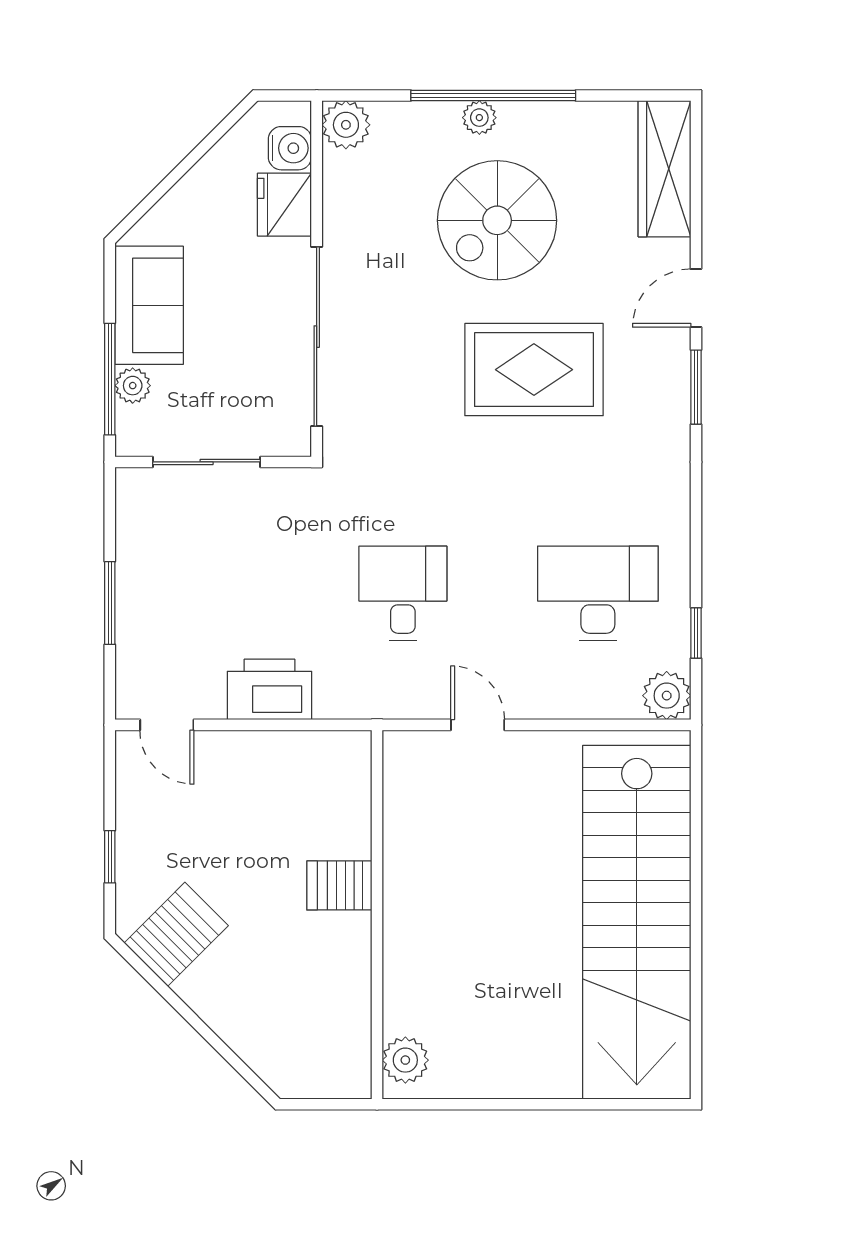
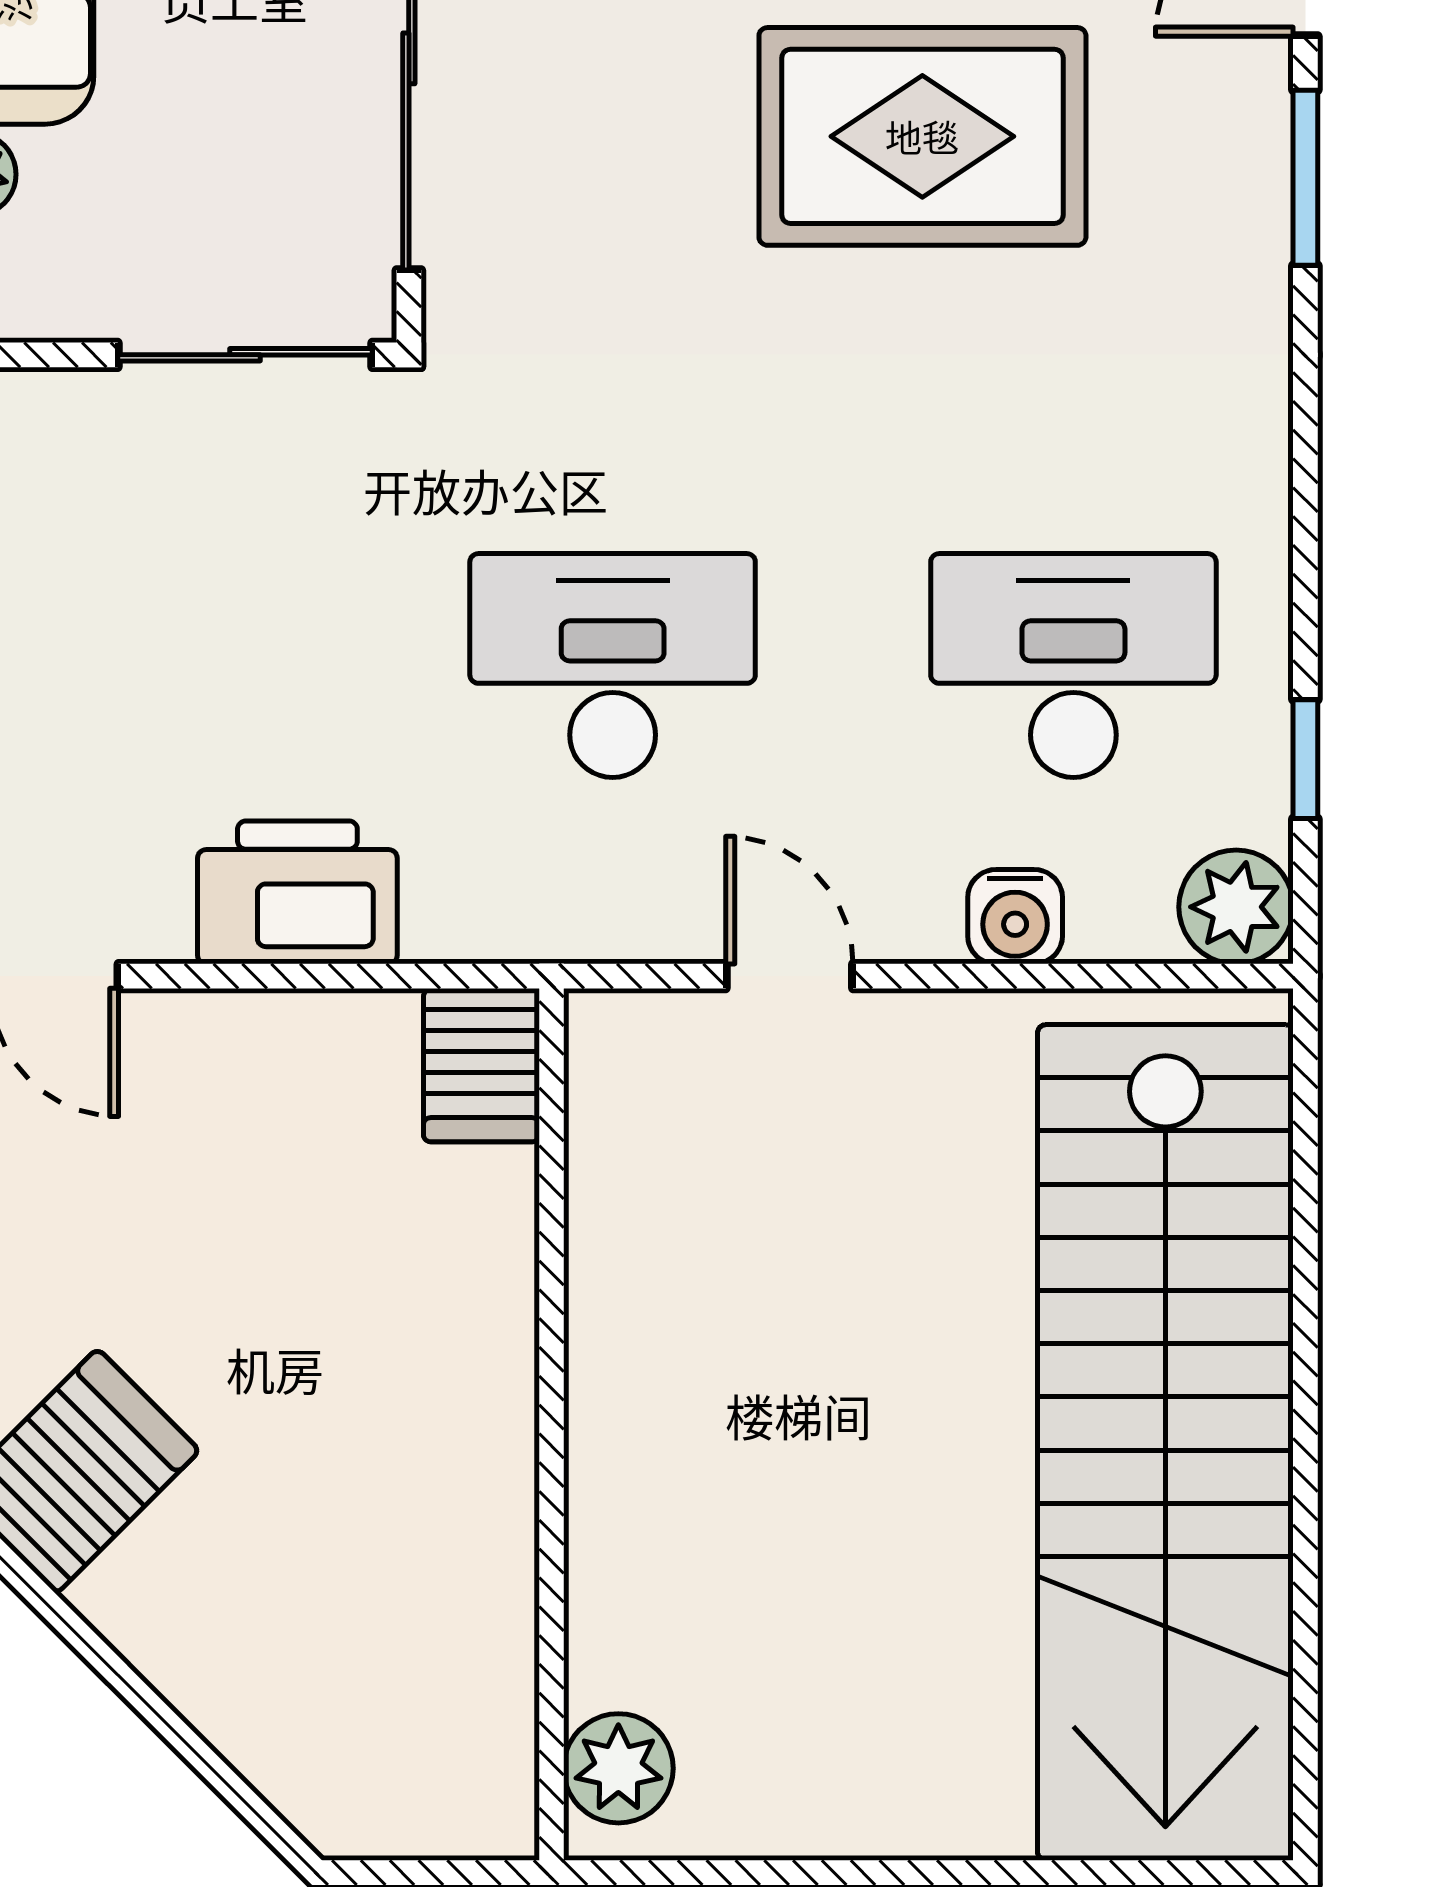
sliding door: (207, 462) -> (245, 355), moved
desk: (403, 593) -> (613, 665), width x1.37
water cooler: (573, 700) -> (1015, 917), added
server rack: (339, 885) -> (481, 1065), moved, turned -90

